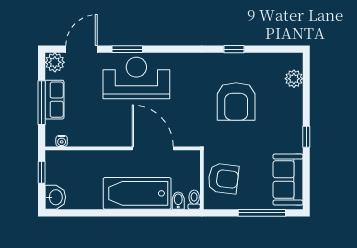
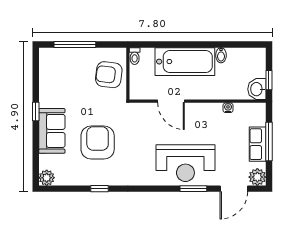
plant: (294, 79) -> (47, 178), moved
water cooler: (62, 141) -> (228, 108), moved
door: (153, 148) -> (171, 101), width x0.73
sofa: (288, 180) -> (52, 131), moved
washbasin: (55, 197) -> (257, 89), moved
bidet: (178, 201) -> (221, 55), moved

